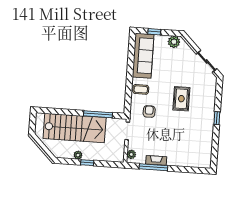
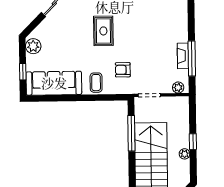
rug: (181, 99) -> (103, 31), turned 90

